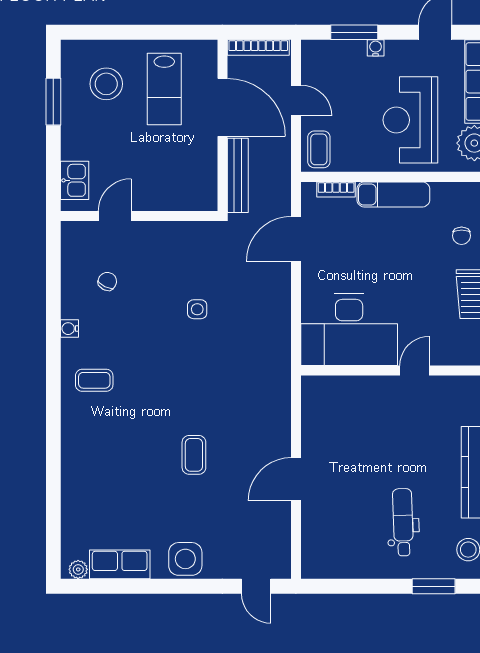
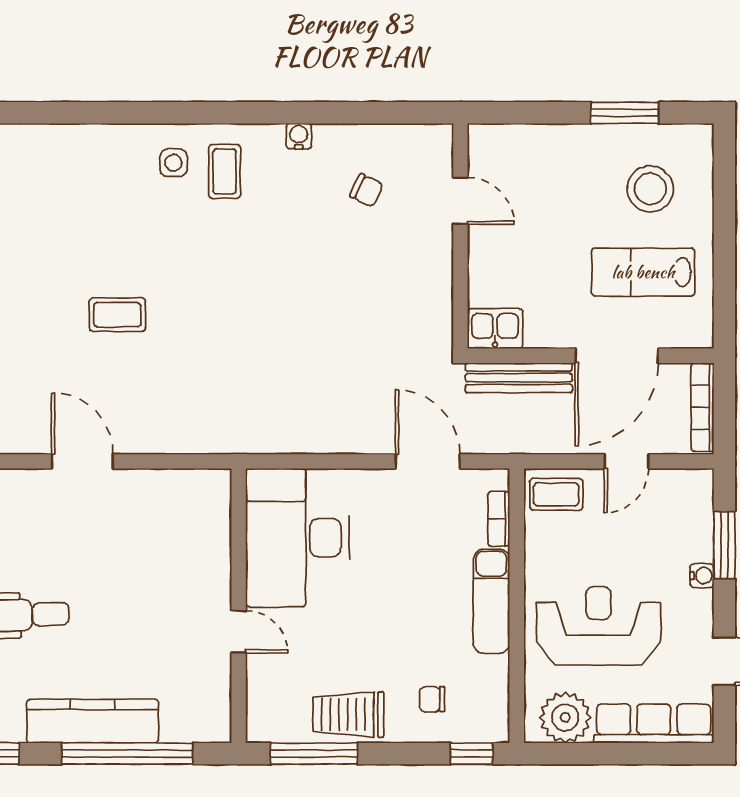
kitchen sink: (75, 180) -> (495, 329), moved, turned 180
side table: (197, 309) -> (173, 163), moved

